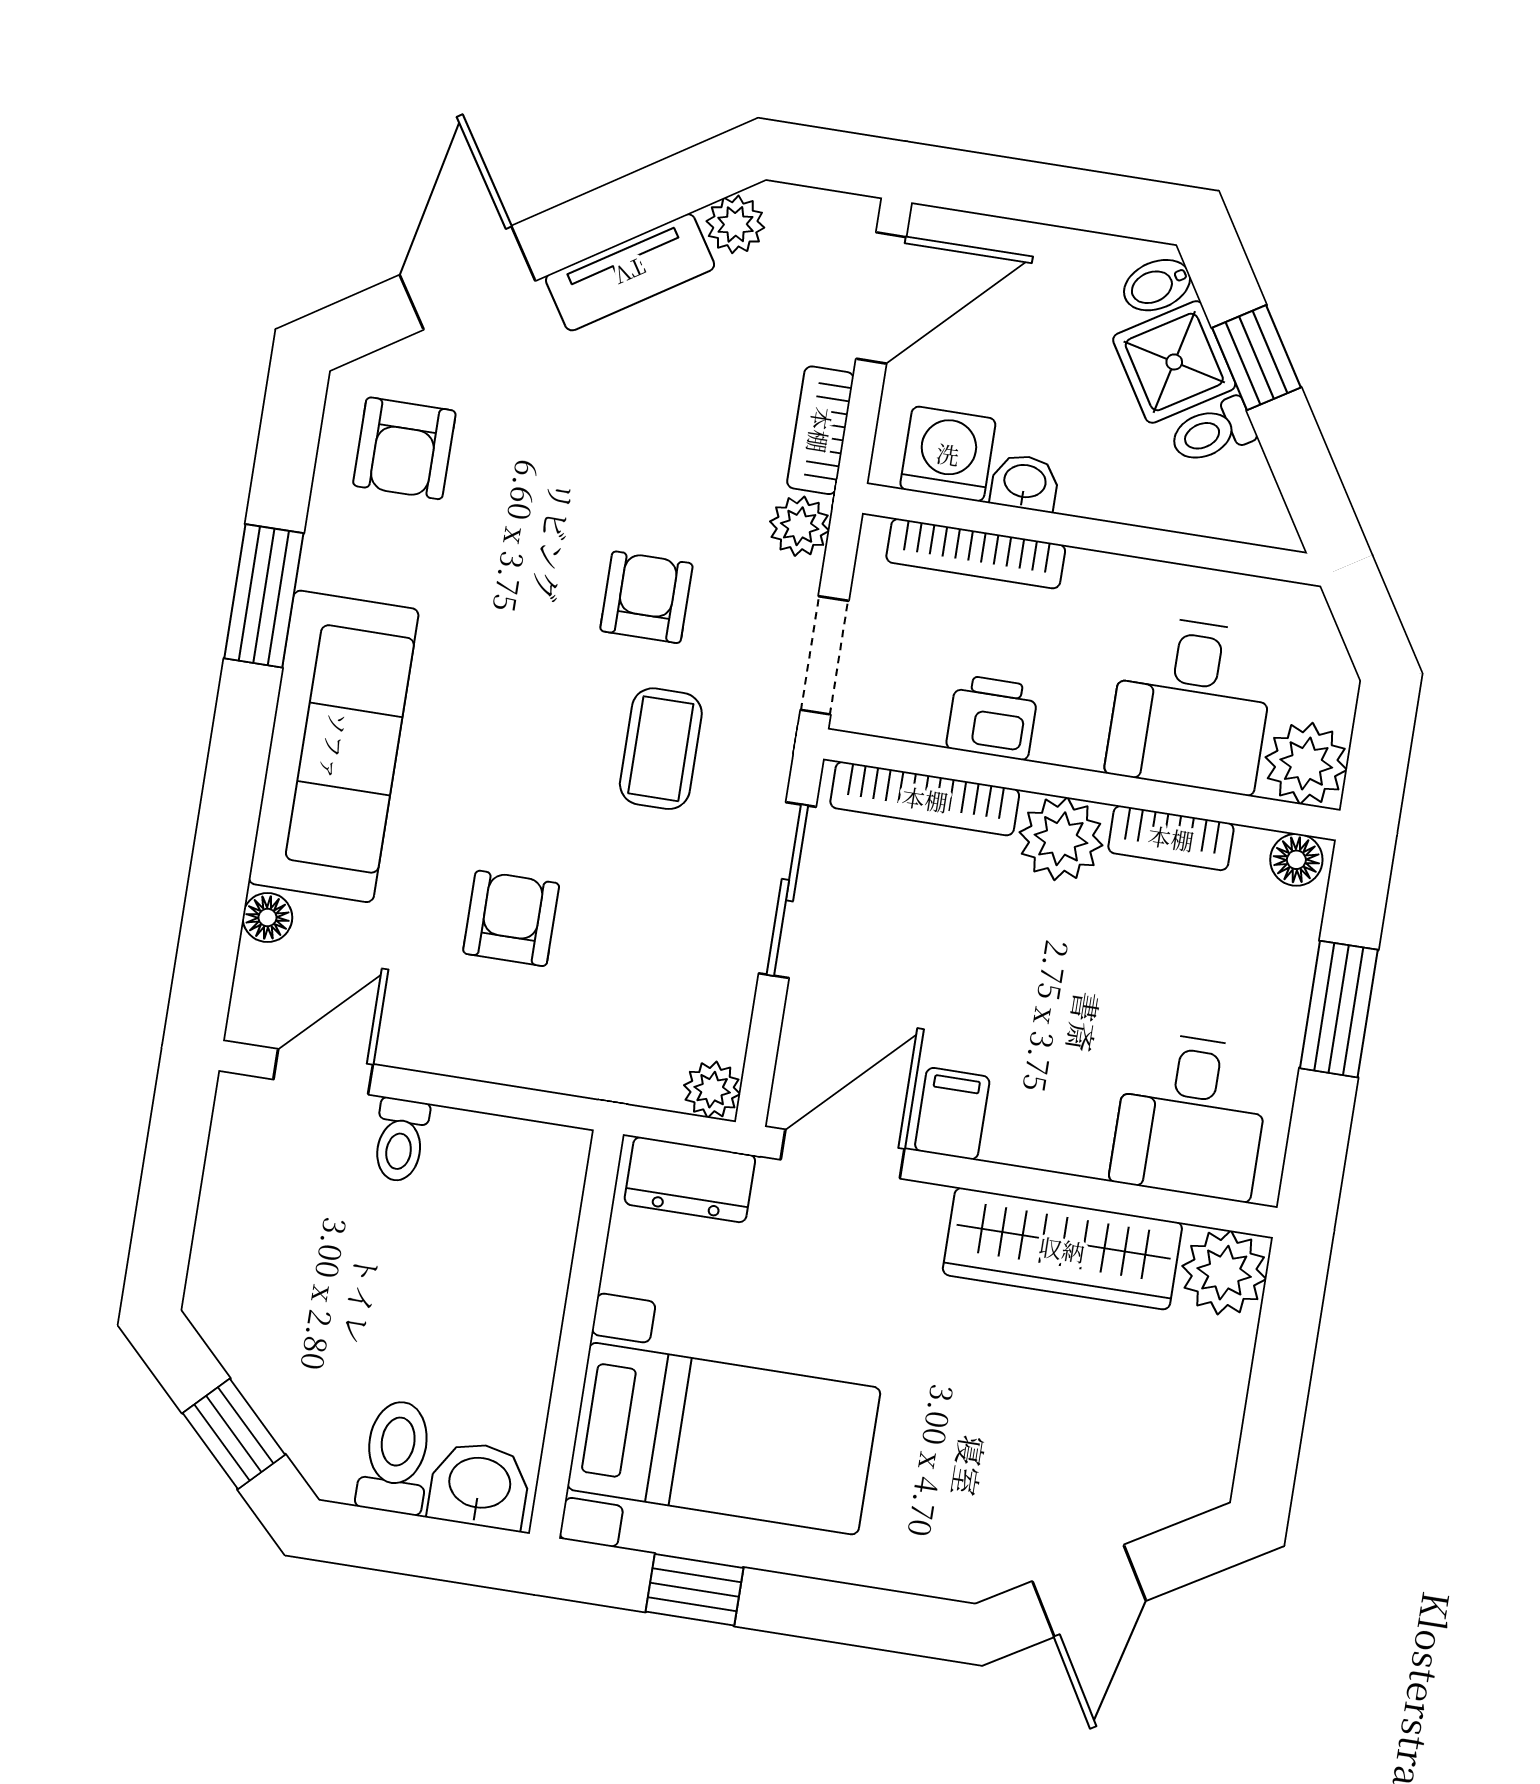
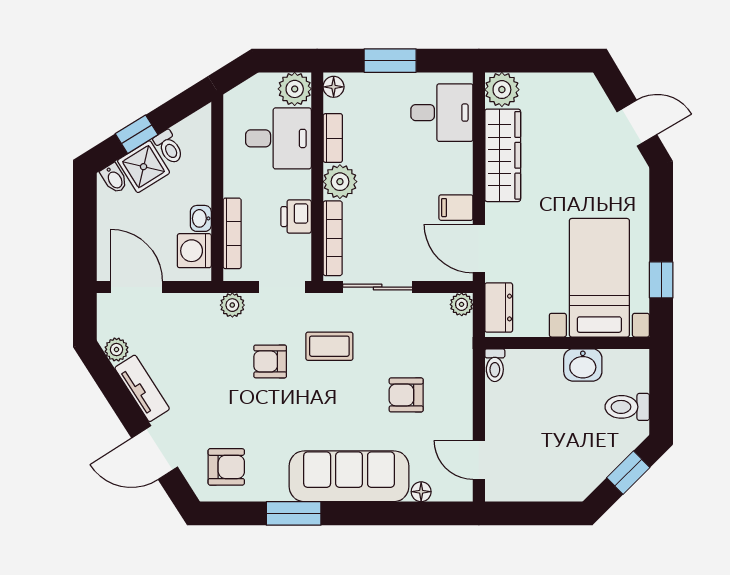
bookcase: (820, 430) -> (193, 303), removed
toilet: (400, 1140) -> (495, 365), moved, turned 90
washbasin: (479, 1485) -> (583, 365), moved, turned -90

